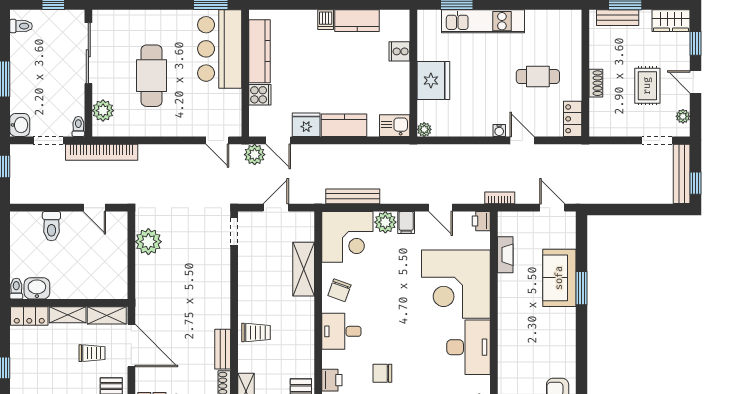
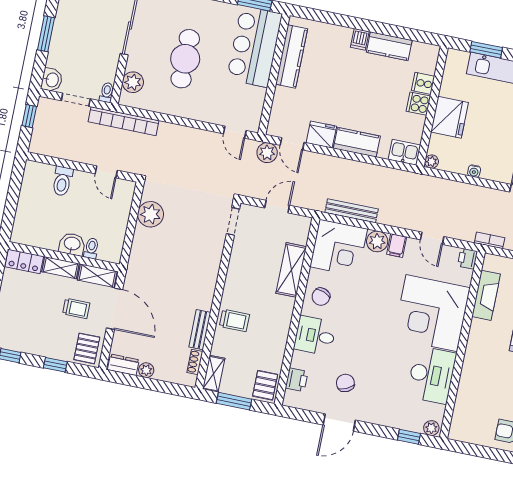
cooker: (260, 95) -> (418, 104), moved, turned 180
water cooler: (499, 130) -> (474, 171), moved
fireplace: (505, 255) -> (486, 295), width x1.37, depth x1.32
washbasin: (37, 288) -> (72, 244), moved
toilet: (16, 289) -> (91, 248), moved
chair: (382, 373) -> (345, 383), turned 65

